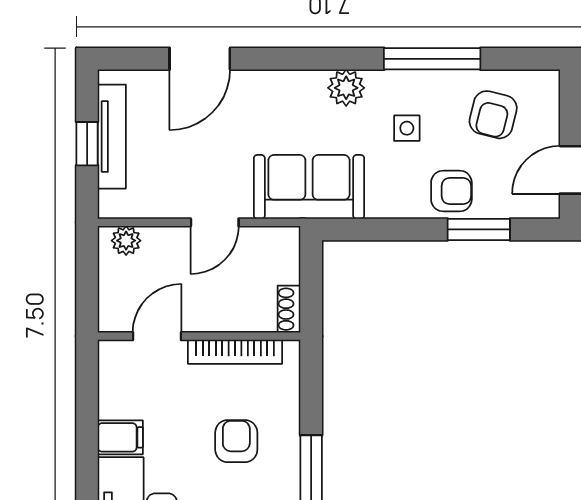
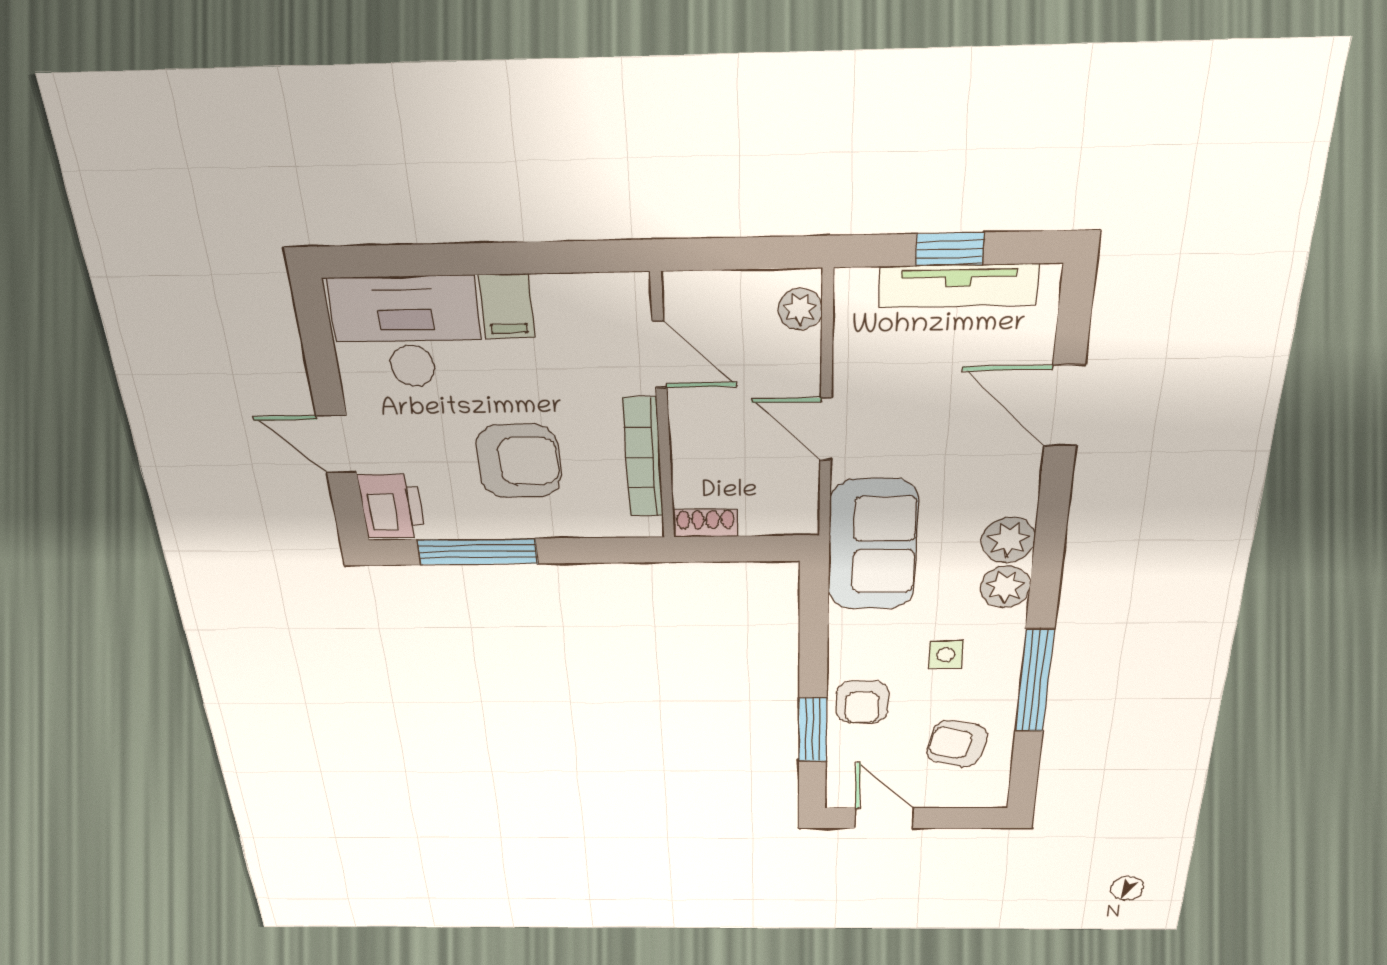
plant: (306, 89) -> (1008, 540), added
armchair: (236, 441) -> (519, 461), width x1.38, depth x1.38

